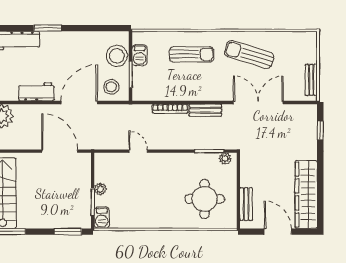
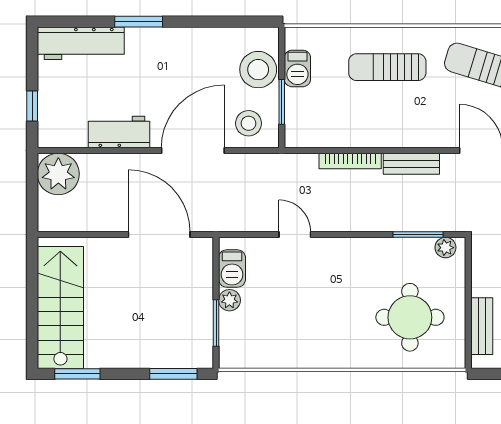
sun lounger: (192, 54) -> (387, 67), turned 180
barbecue: (102, 218) -> (232, 268), moved

